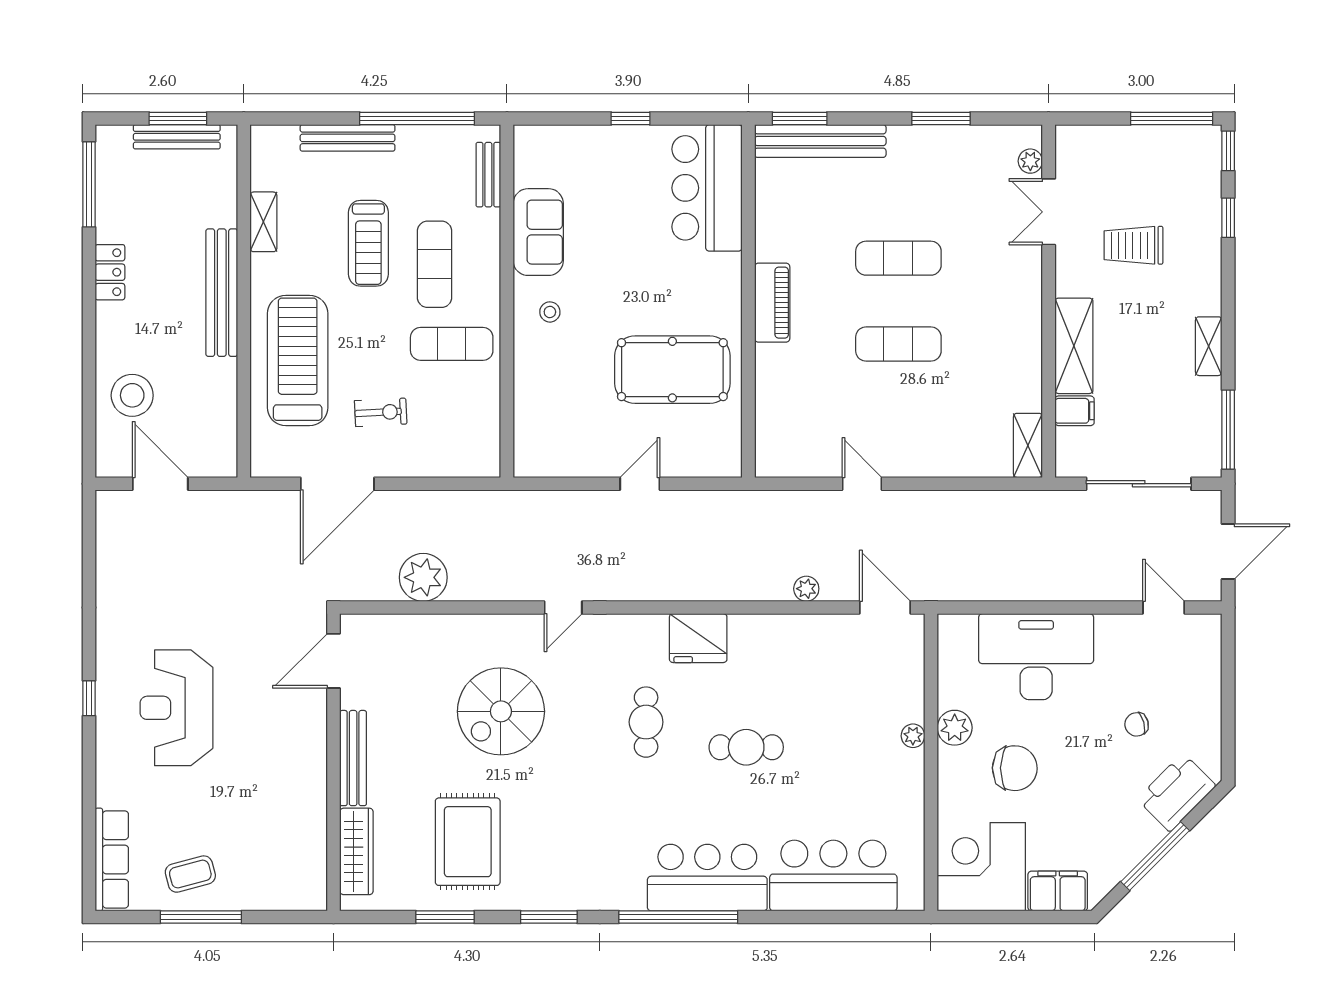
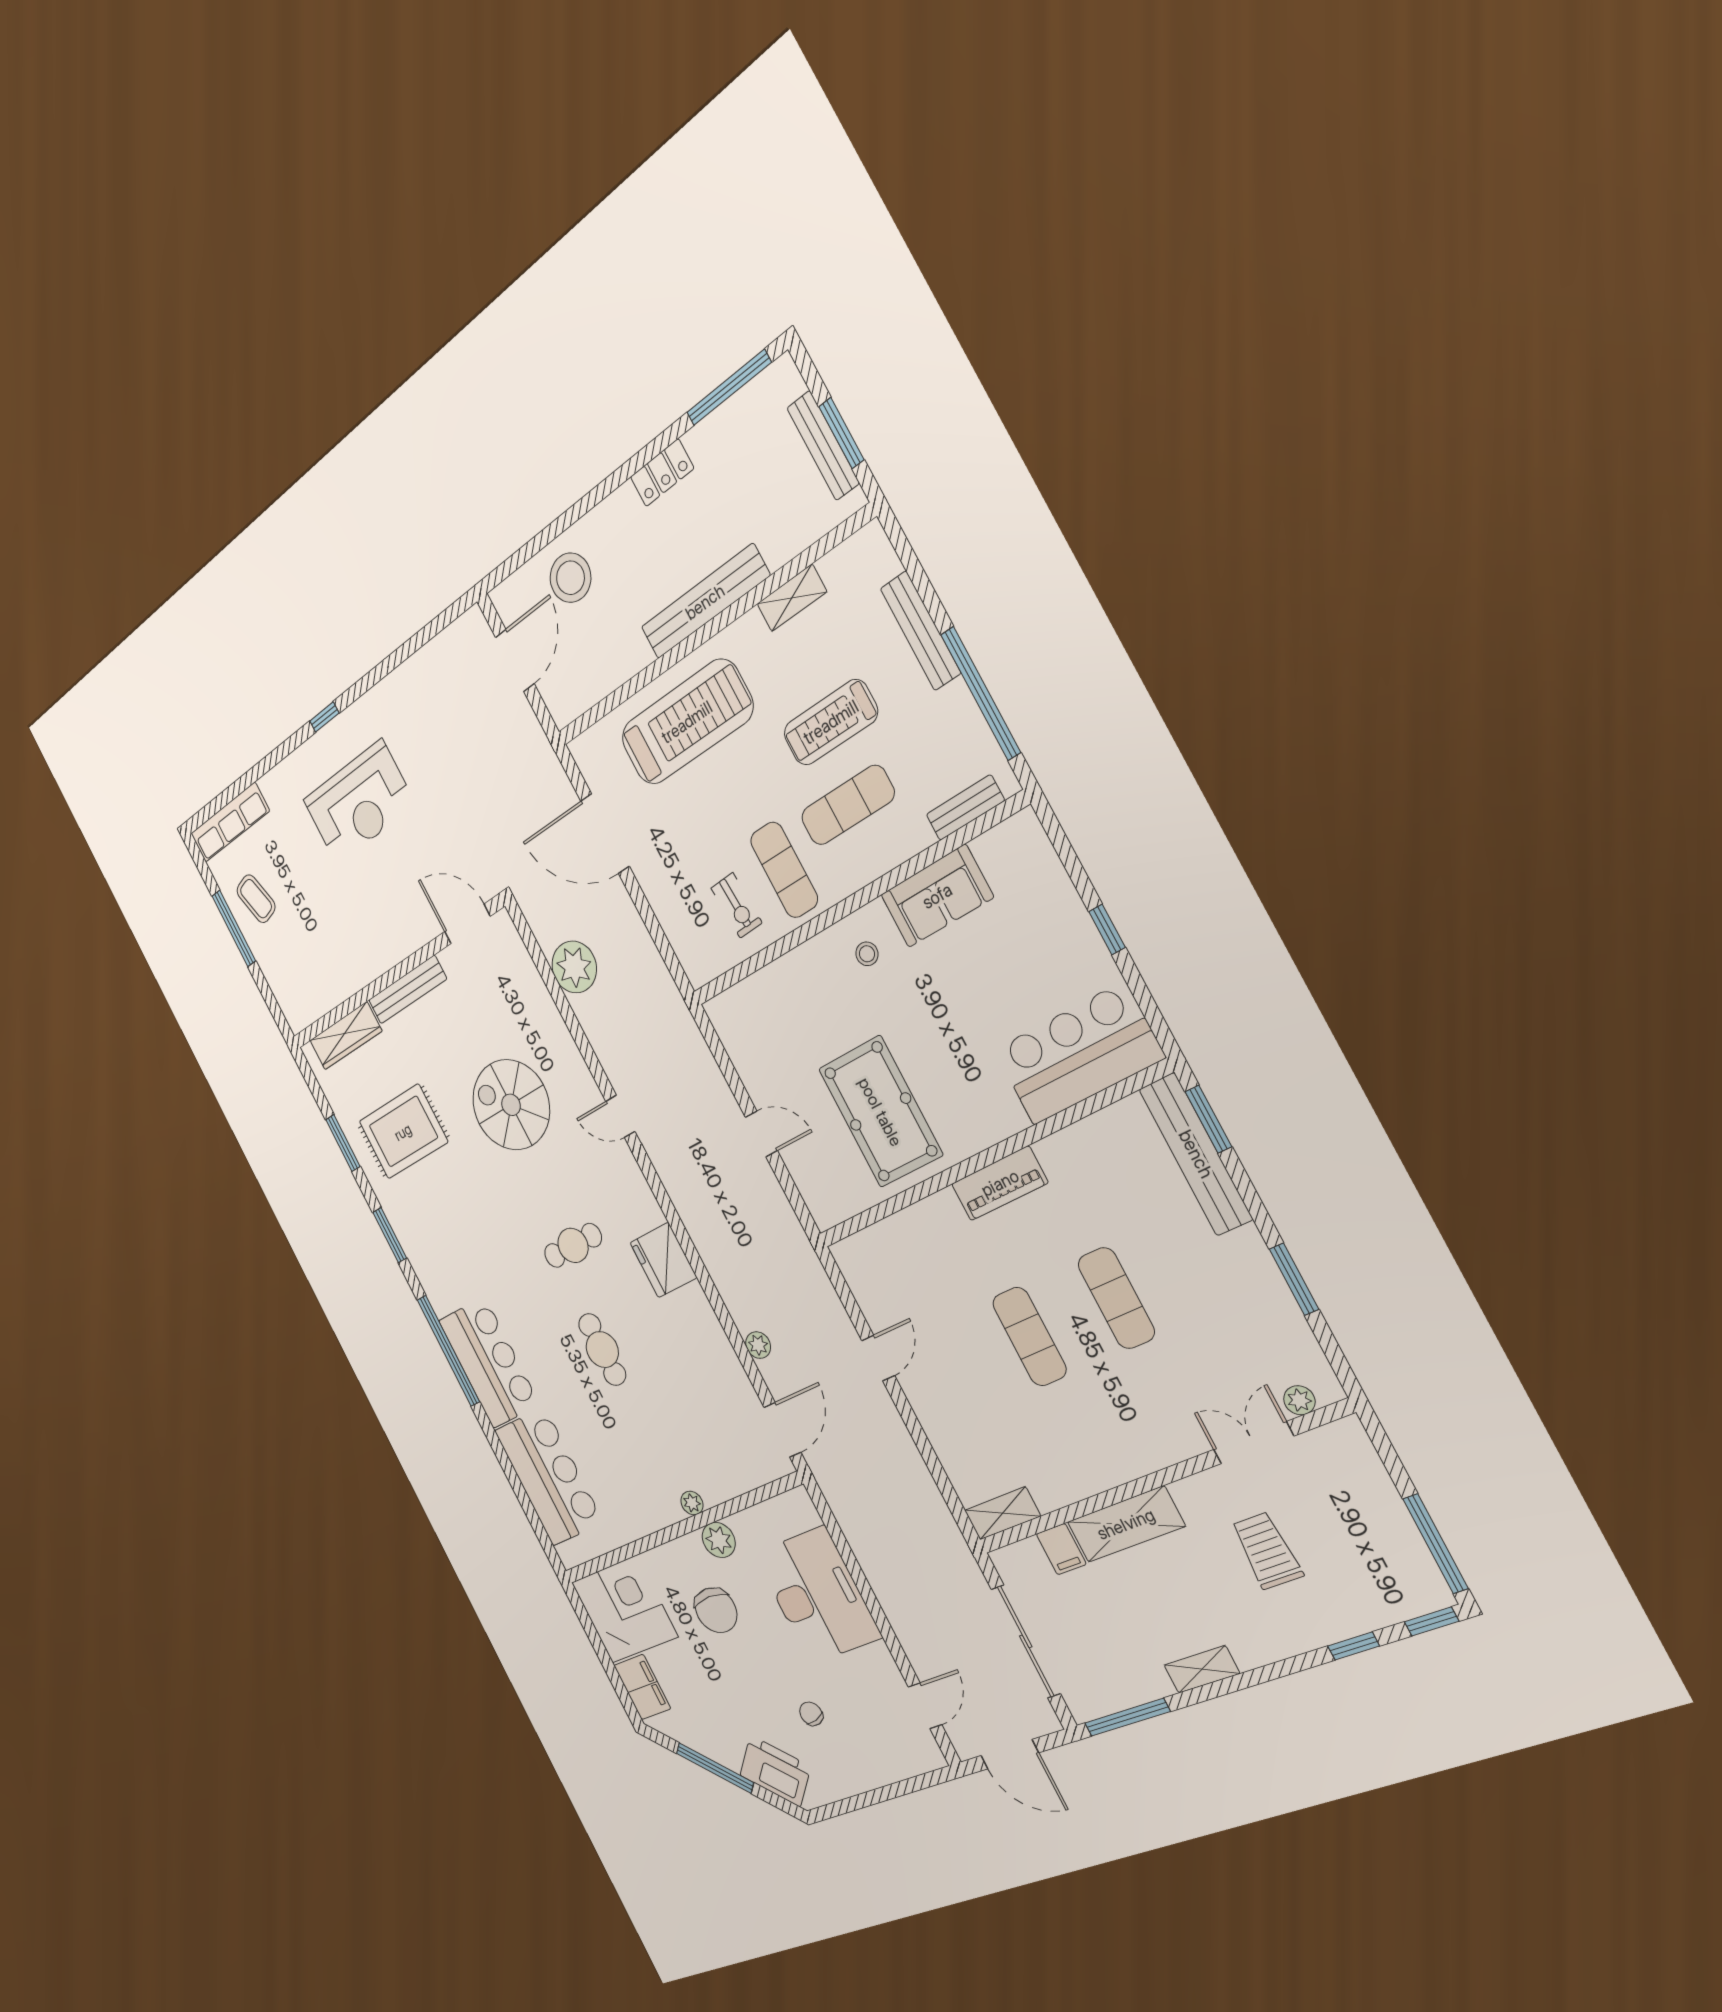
exercise bike: (381, 412) -> (737, 905), moved
reception desk: (176, 708) -> (359, 802), turned 180

